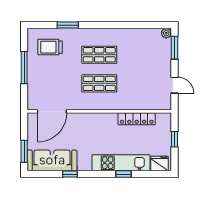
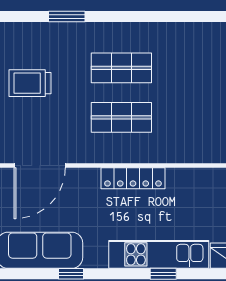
trolley: (50, 47) -> (30, 83), moved
locker: (137, 119) -> (133, 178), moved

